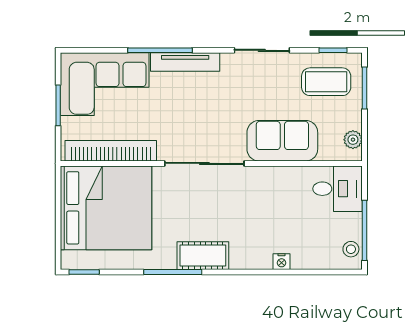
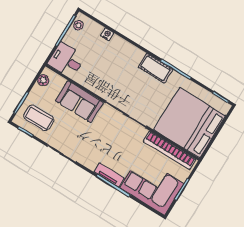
tv unit: (185, 62) -> (109, 175), width x0.71
nightstand: (282, 262) -> (107, 34), moved

